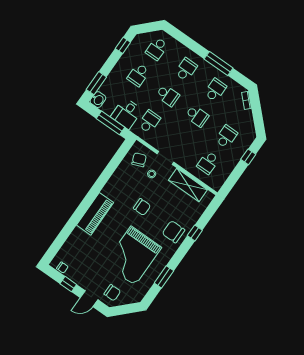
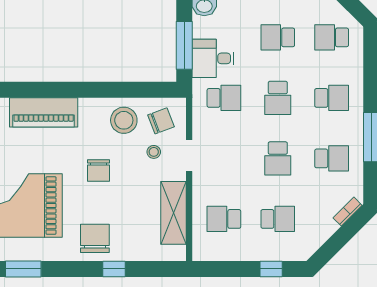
stool: (126, 178) -> (124, 120), added

